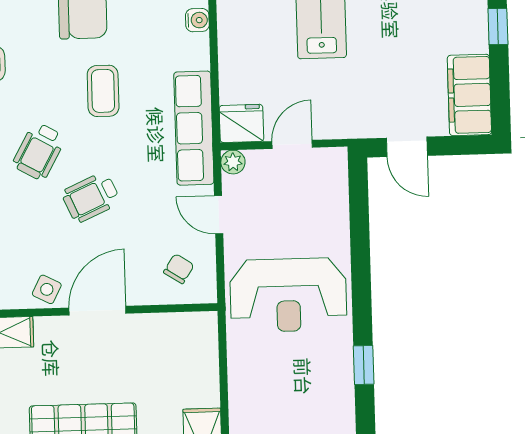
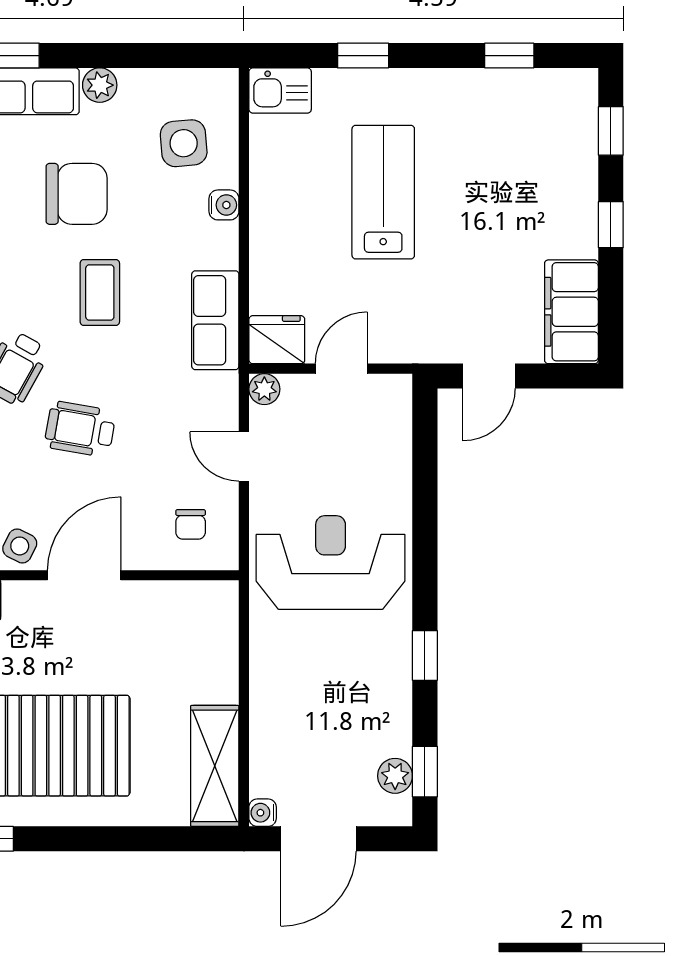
row of seats: (194, 128) -> (215, 320), width x0.68
door: (407, 147) -> (489, 376), hinge flipped
wheelchair: (91, 197) -> (80, 429), turned 34
chair: (179, 269) -> (191, 524), turned 147
reception desk: (288, 295) -> (331, 562), turned 180

